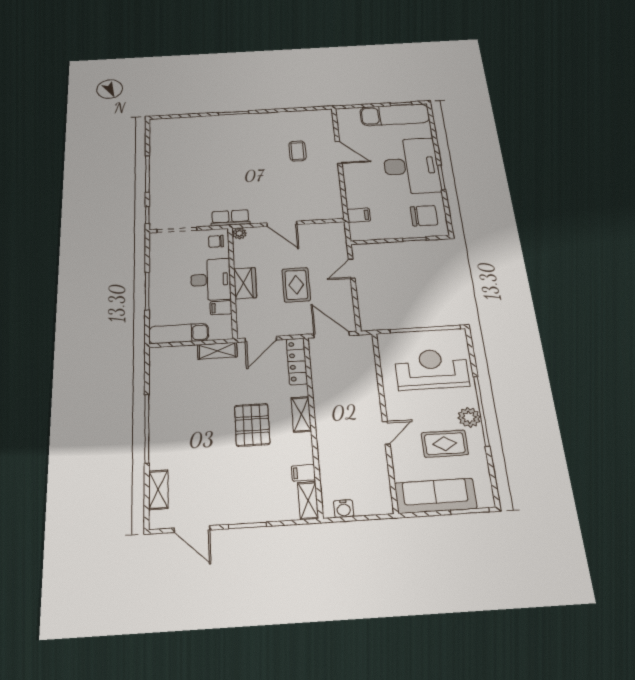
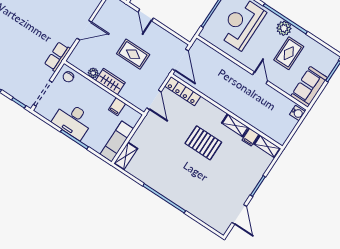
plant: (239, 233) -> (93, 73), moved
desk: (211, 280) -> (73, 120), moved, turned 180
door: (332, 335) -> (180, 60), swing flipped
shelving: (217, 351) -> (126, 156), moved
shelving: (301, 414) -> (235, 125), moved
shelving: (158, 490) -> (205, 216), removed
sofa: (436, 496) -> (309, 87), width x0.73
water cooler: (344, 509) -> (297, 113), moved
door: (192, 529) -> (239, 214), hinge flipped

